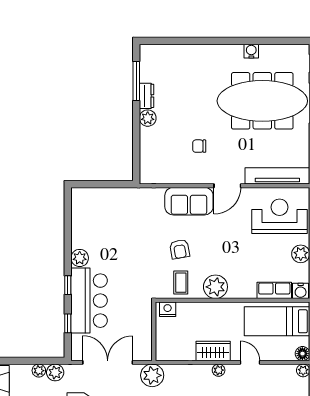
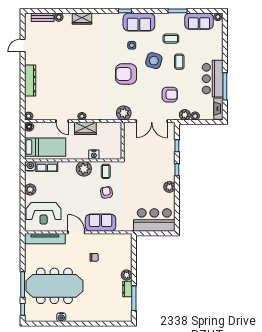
door: (227, 186) -> (76, 232), hinge flipped
bar counter: (89, 301) -> (154, 220), moved, turned 90
nightstand: (168, 309) -> (94, 155), moved

